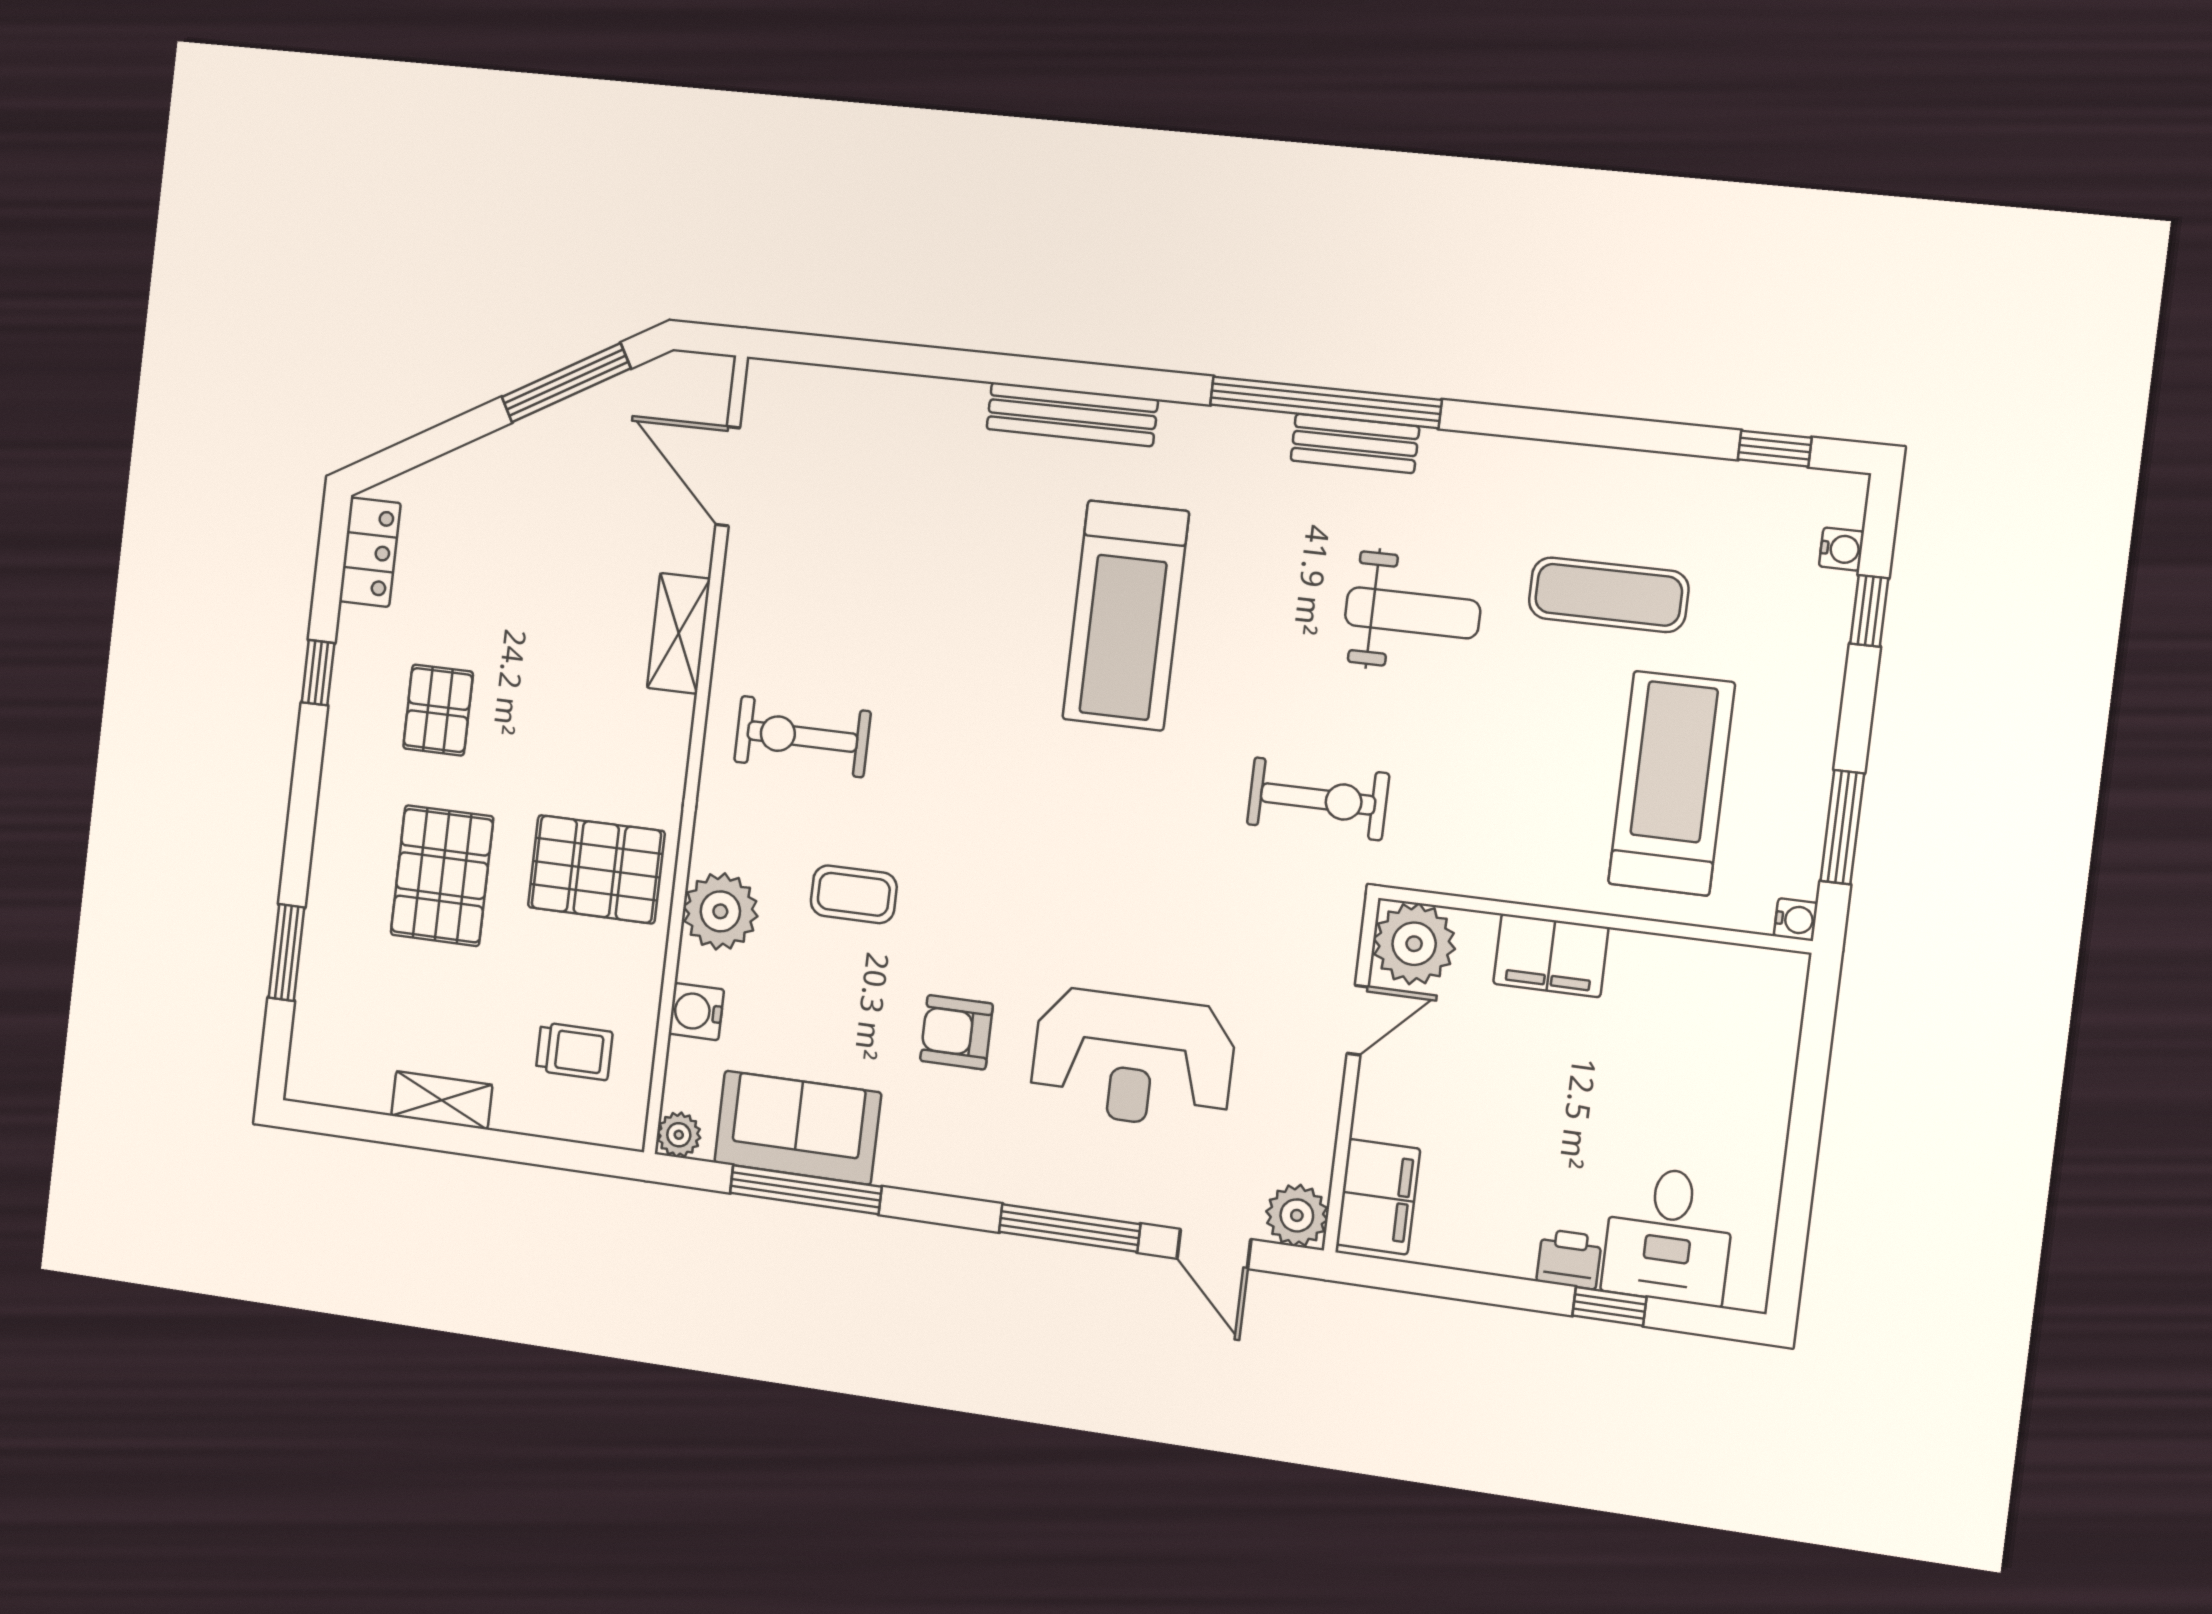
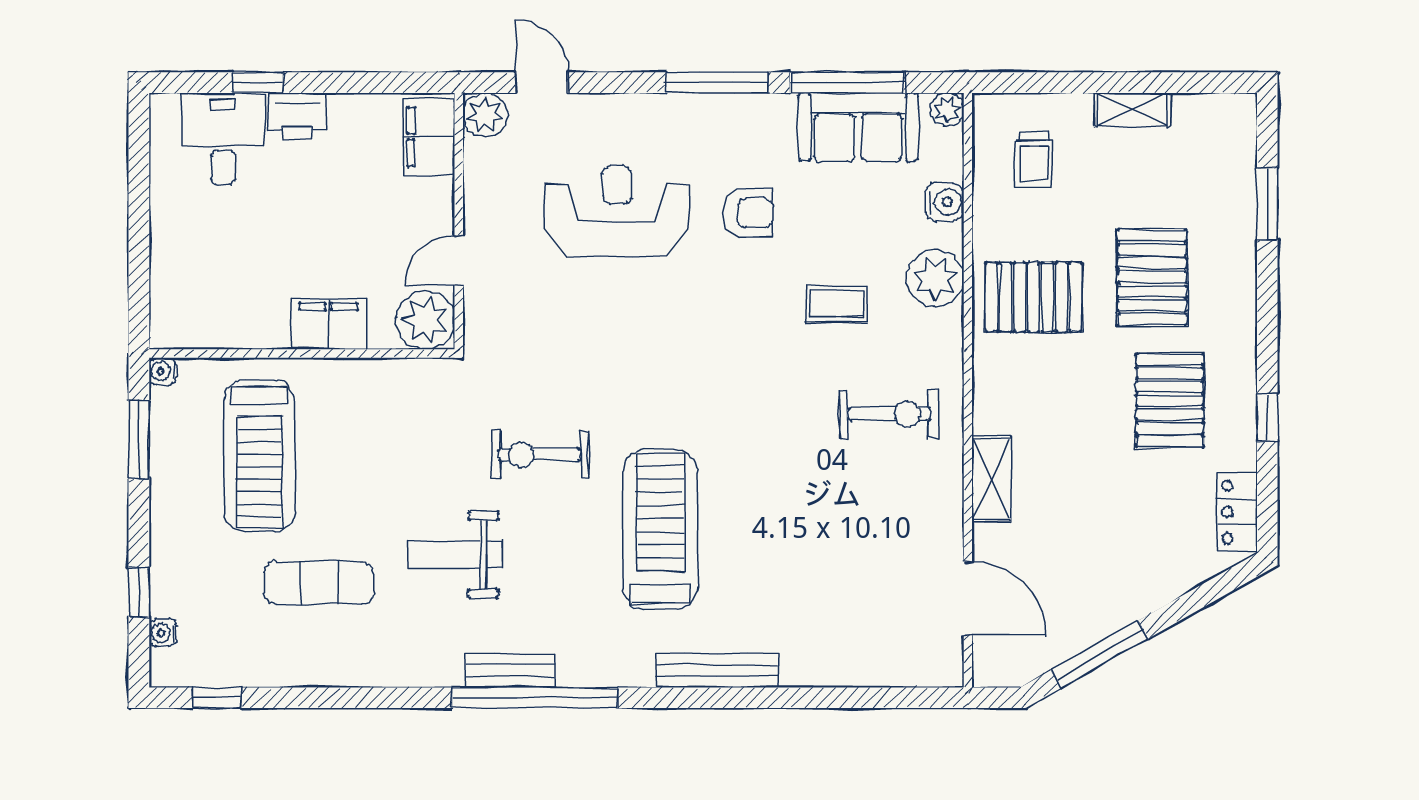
pallet: (438, 710) -> (1170, 400), width x1.50, depth x1.42
exercise bike: (1318, 799) -> (540, 455), moved
trolley: (574, 1051) -> (1034, 160), turned -90
window: (1070, 1228) -> (717, 83), moved
printer: (1569, 1259) -> (297, 116), width x1.36, depth x1.24

